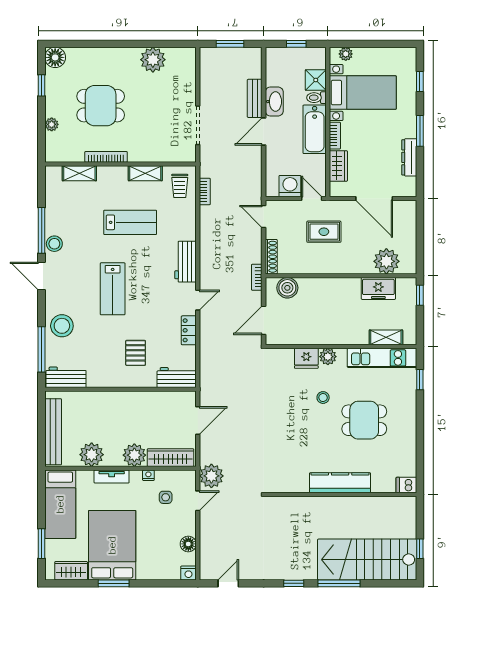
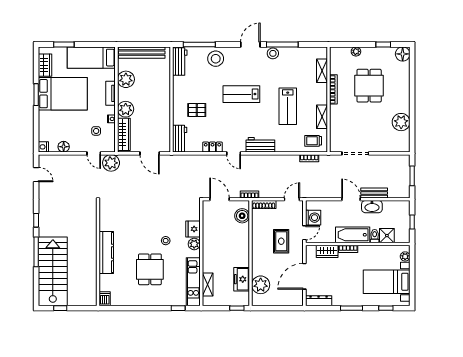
bed with nightstands: (363, 93) -> (387, 282), moved, turned 90
dresser: (409, 157) -> (319, 301), moved

